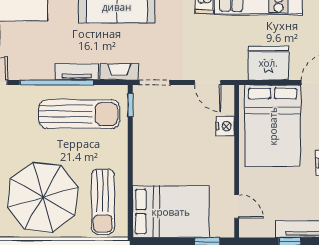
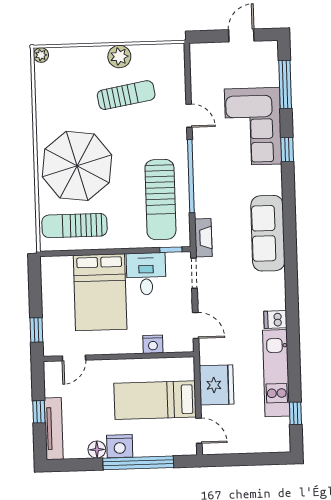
tv unit: (77, 72) -> (202, 195), removed
door: (208, 83) -> (196, 325), swing flipped
bed: (273, 126) -> (155, 400), width x0.67
desk: (154, 131) -> (146, 274), added
bed: (171, 212) -> (100, 292), moved

